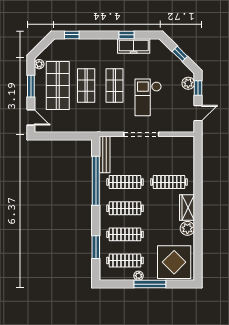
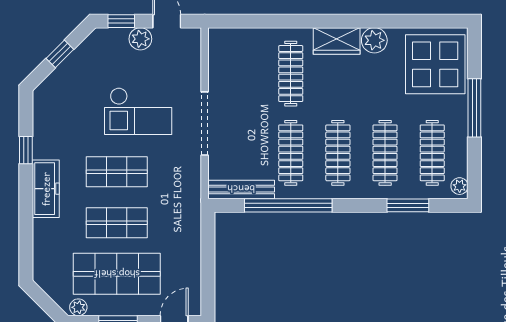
window: (72, 35) -> (26, 249), removed
freezer: (134, 46) -> (46, 189), moved
plant: (188, 83) -> (140, 39), moved
plant: (139, 276) -> (460, 186), moved

